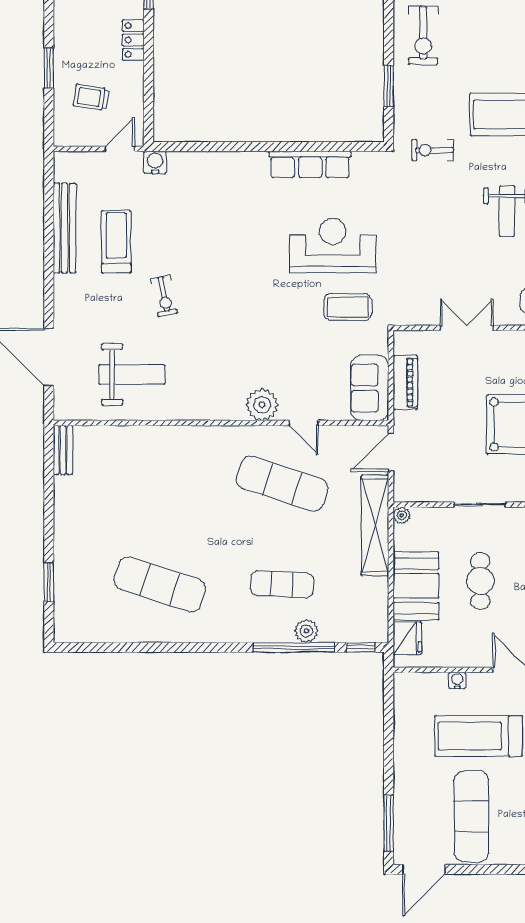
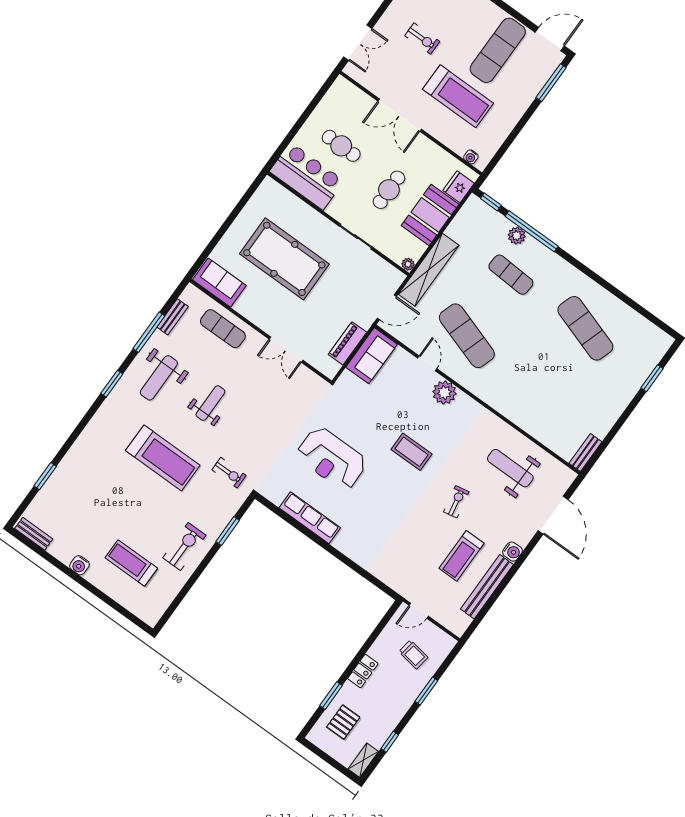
water cooler: (155, 162) -> (512, 552), moved, turned -90
coffee table: (348, 307) -> (411, 452), moved
water cooler: (457, 680) -> (471, 157), moved

